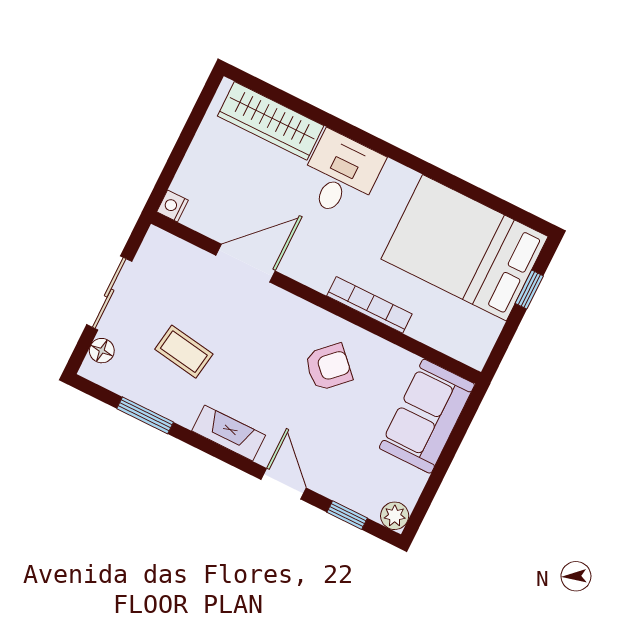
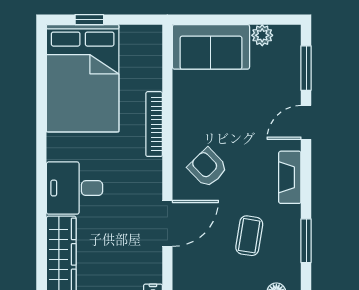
door: (246, 263) -> (167, 223), swing flipped
armchair: (328, 367) -> (208, 168), moved
window: (347, 515) -> (306, 68), width x1.50
plant: (395, 516) -> (262, 35), moved

